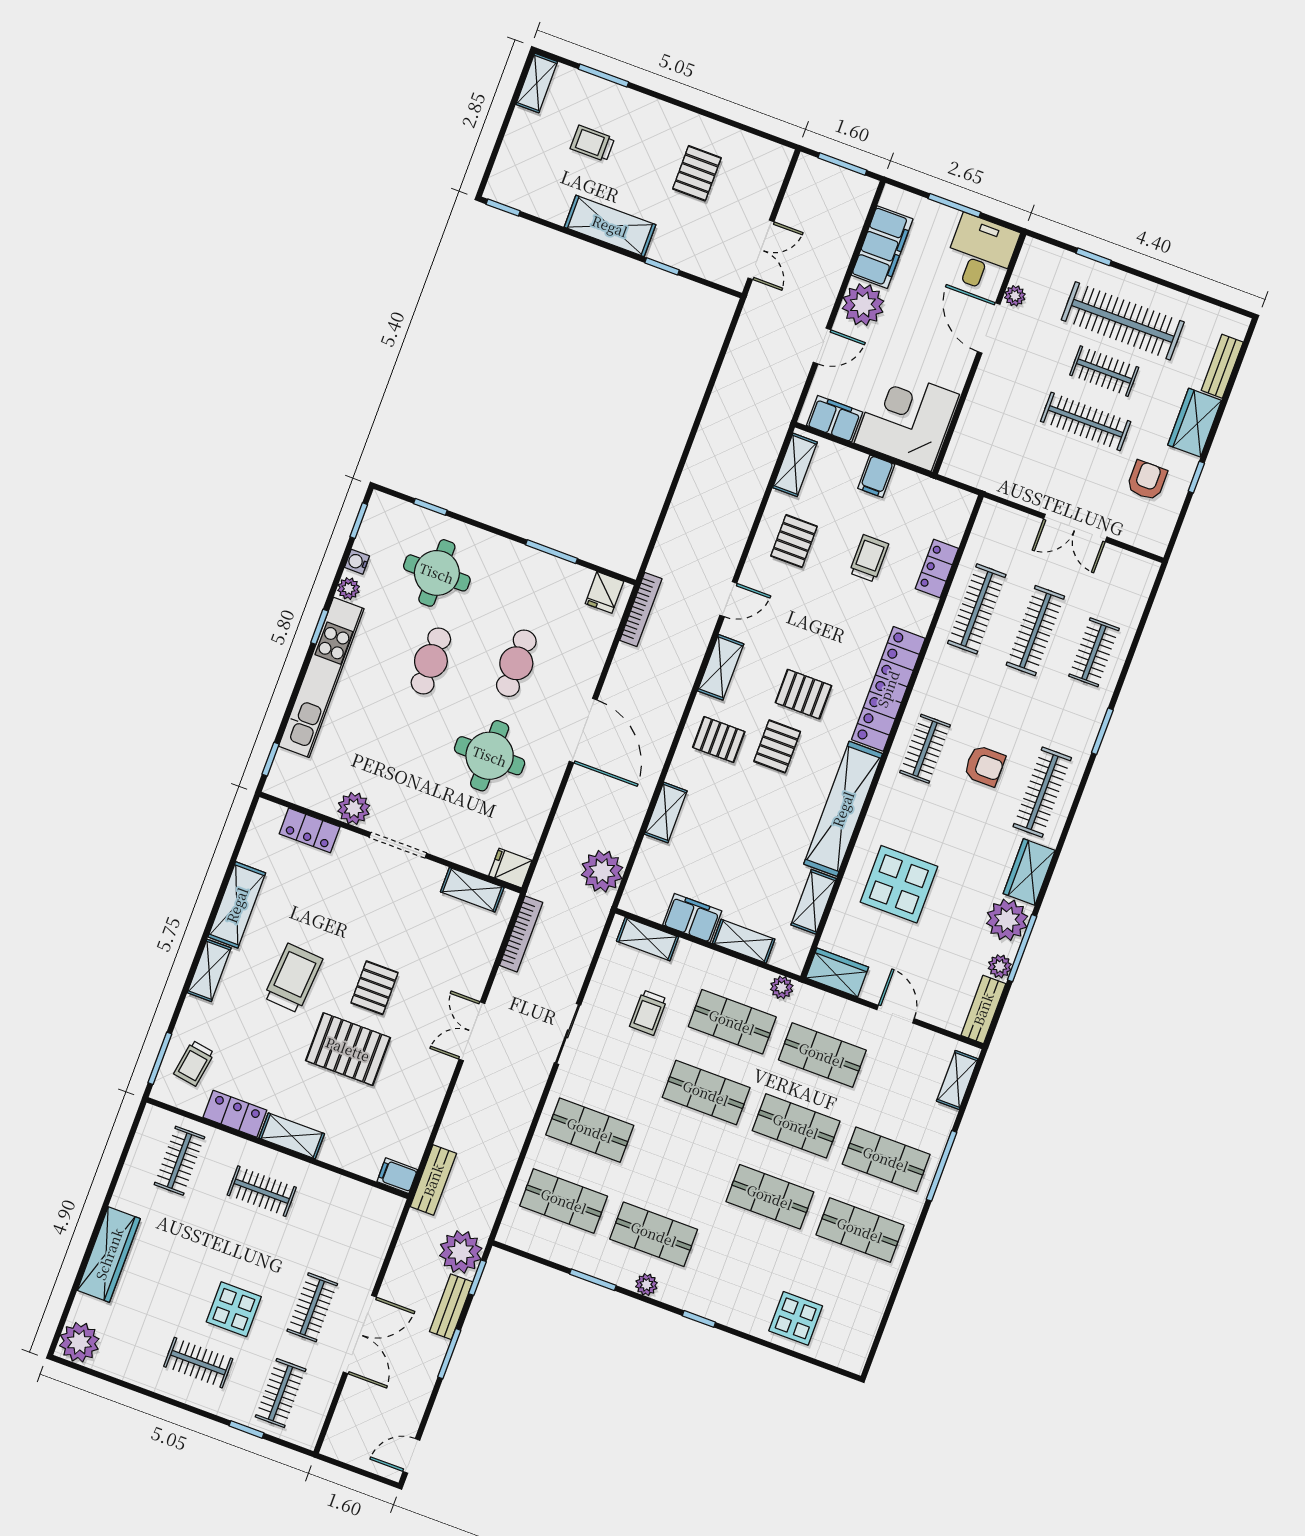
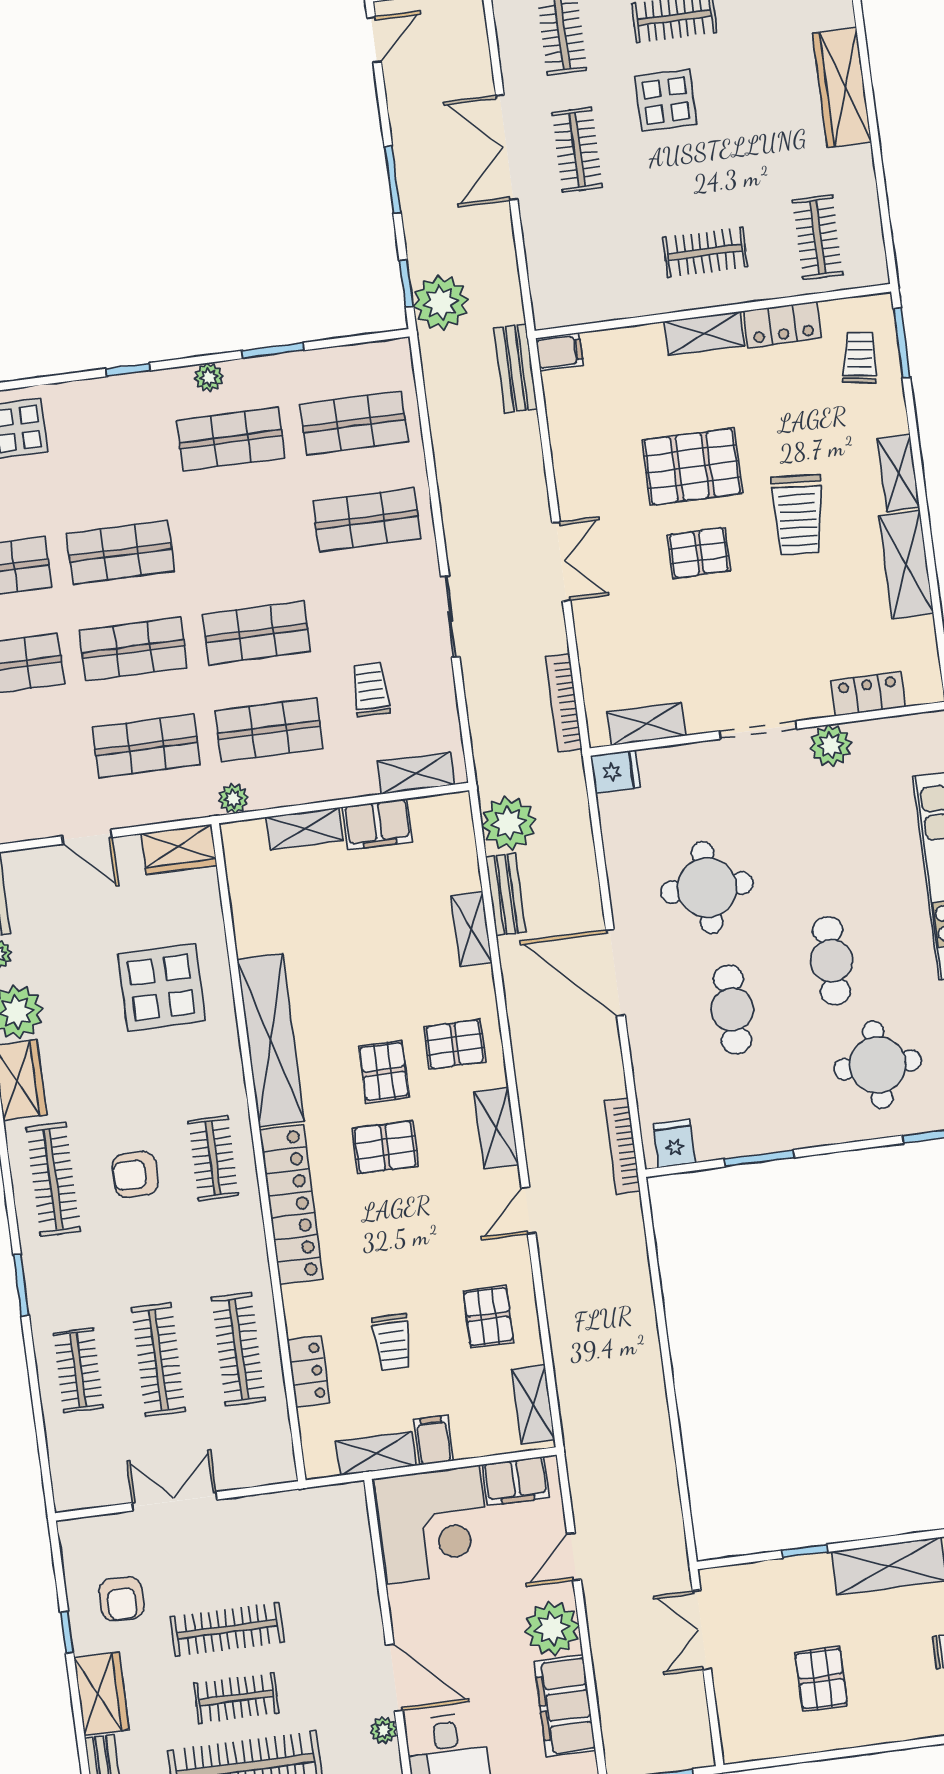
shelving: (814, 902) -> (376, 1454), moved, turned 90
pallet: (374, 988) -> (699, 553), turned 90
bench: (451, 1307) -> (506, 894), moved

